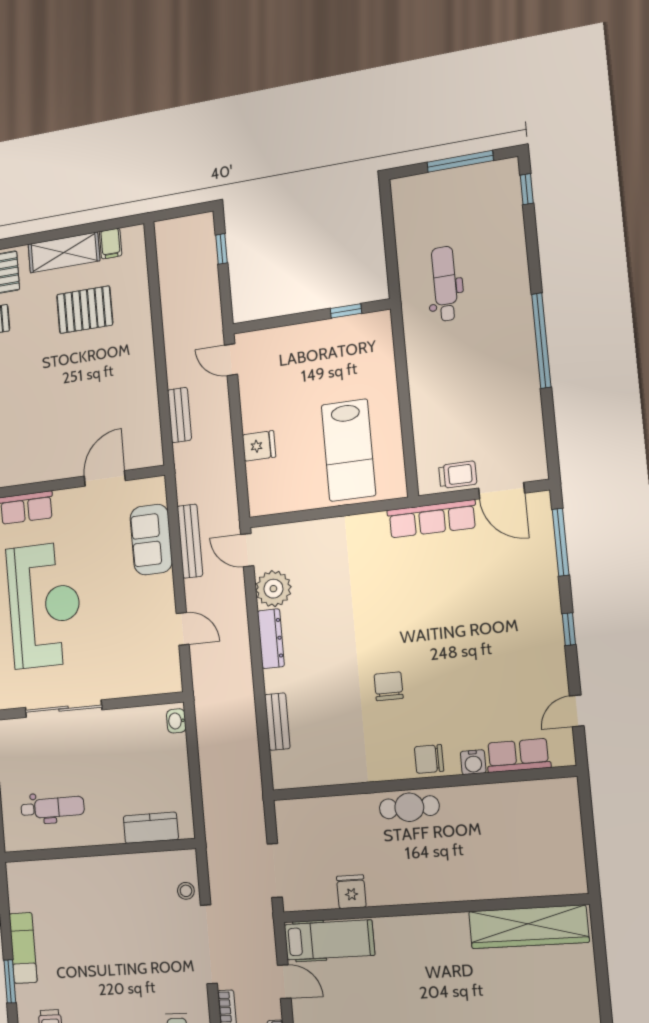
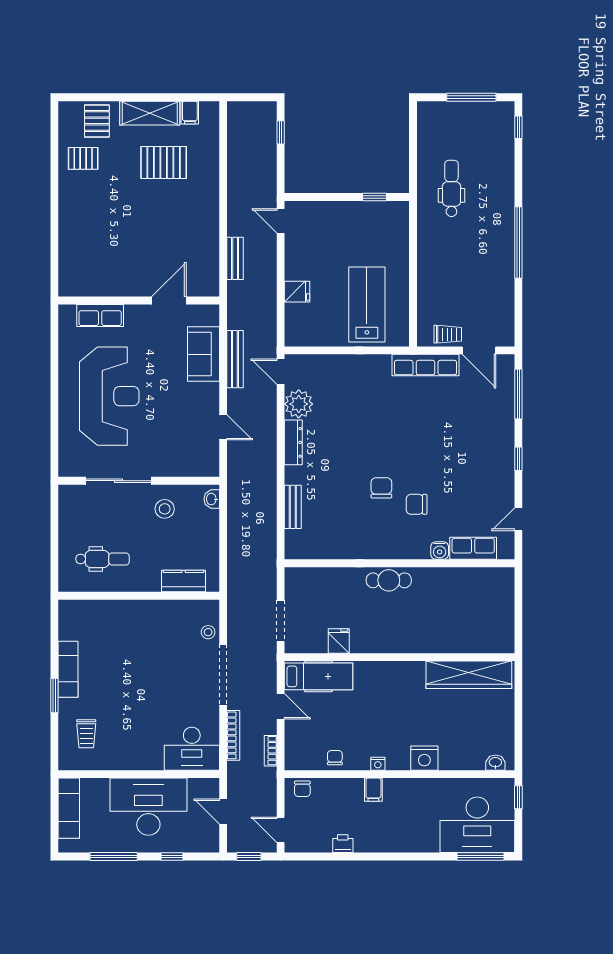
lab bench: (349, 450) -> (367, 304), turned 180
stool: (121, 739) -> (165, 509), added
chair: (429, 759) -> (417, 504), moved

